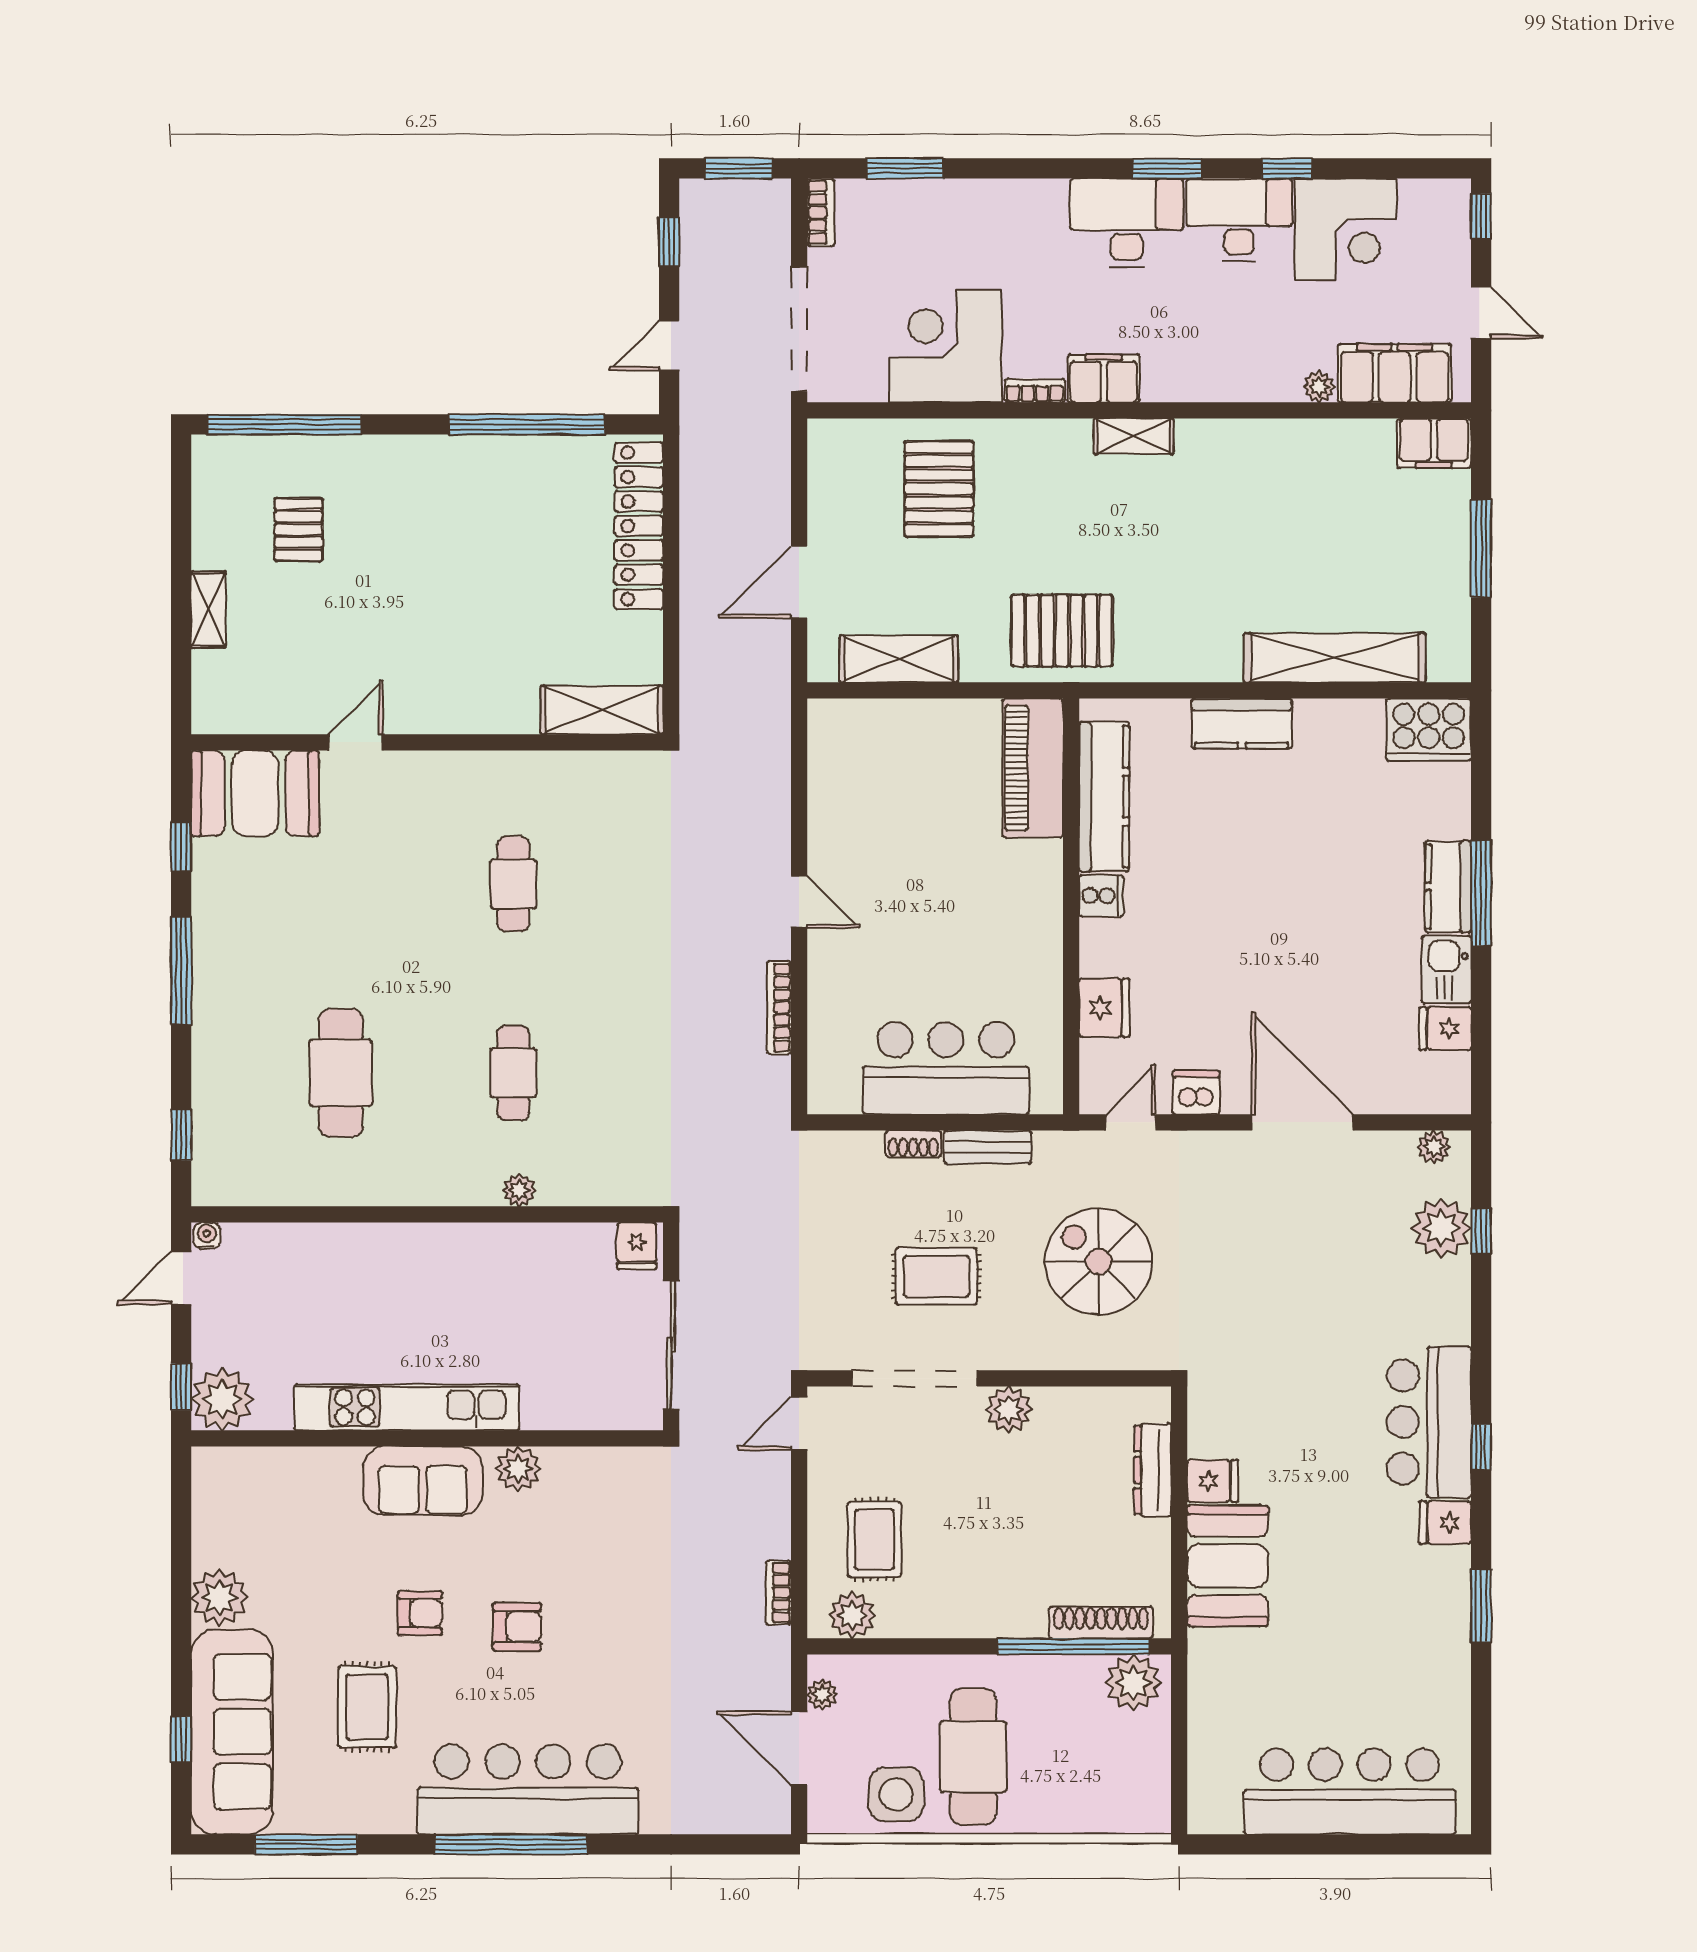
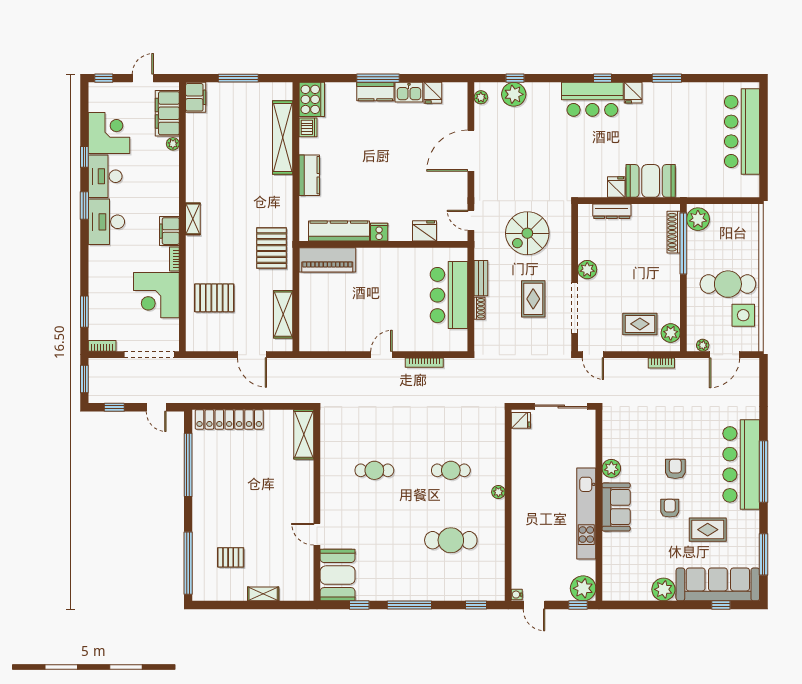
dishwasher: (1196, 1093) -> (308, 127), moved, turned 180
plant: (519, 1190) -> (498, 492), moved

